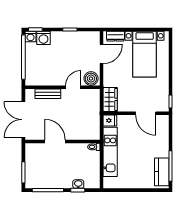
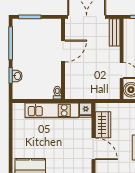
bench: (48, 94) -> (115, 32), moved
wardrobe: (110, 99) -> (103, 125), moved, turned -90
door: (146, 113) -> (94, 149), swing flipped

